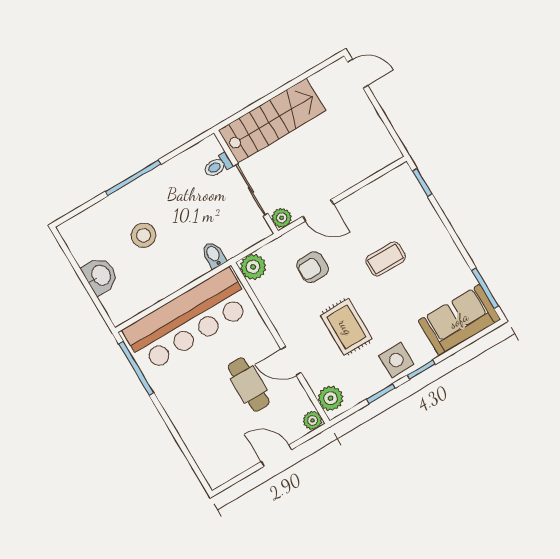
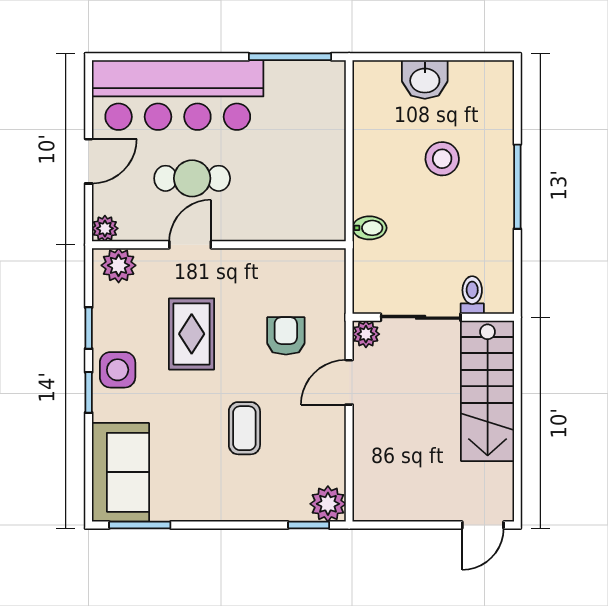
plant: (253, 267) -> (328, 504), moved
bar counter: (188, 320) -> (178, 95), moved, turned -90
rug: (346, 327) -> (192, 334), turned 90

